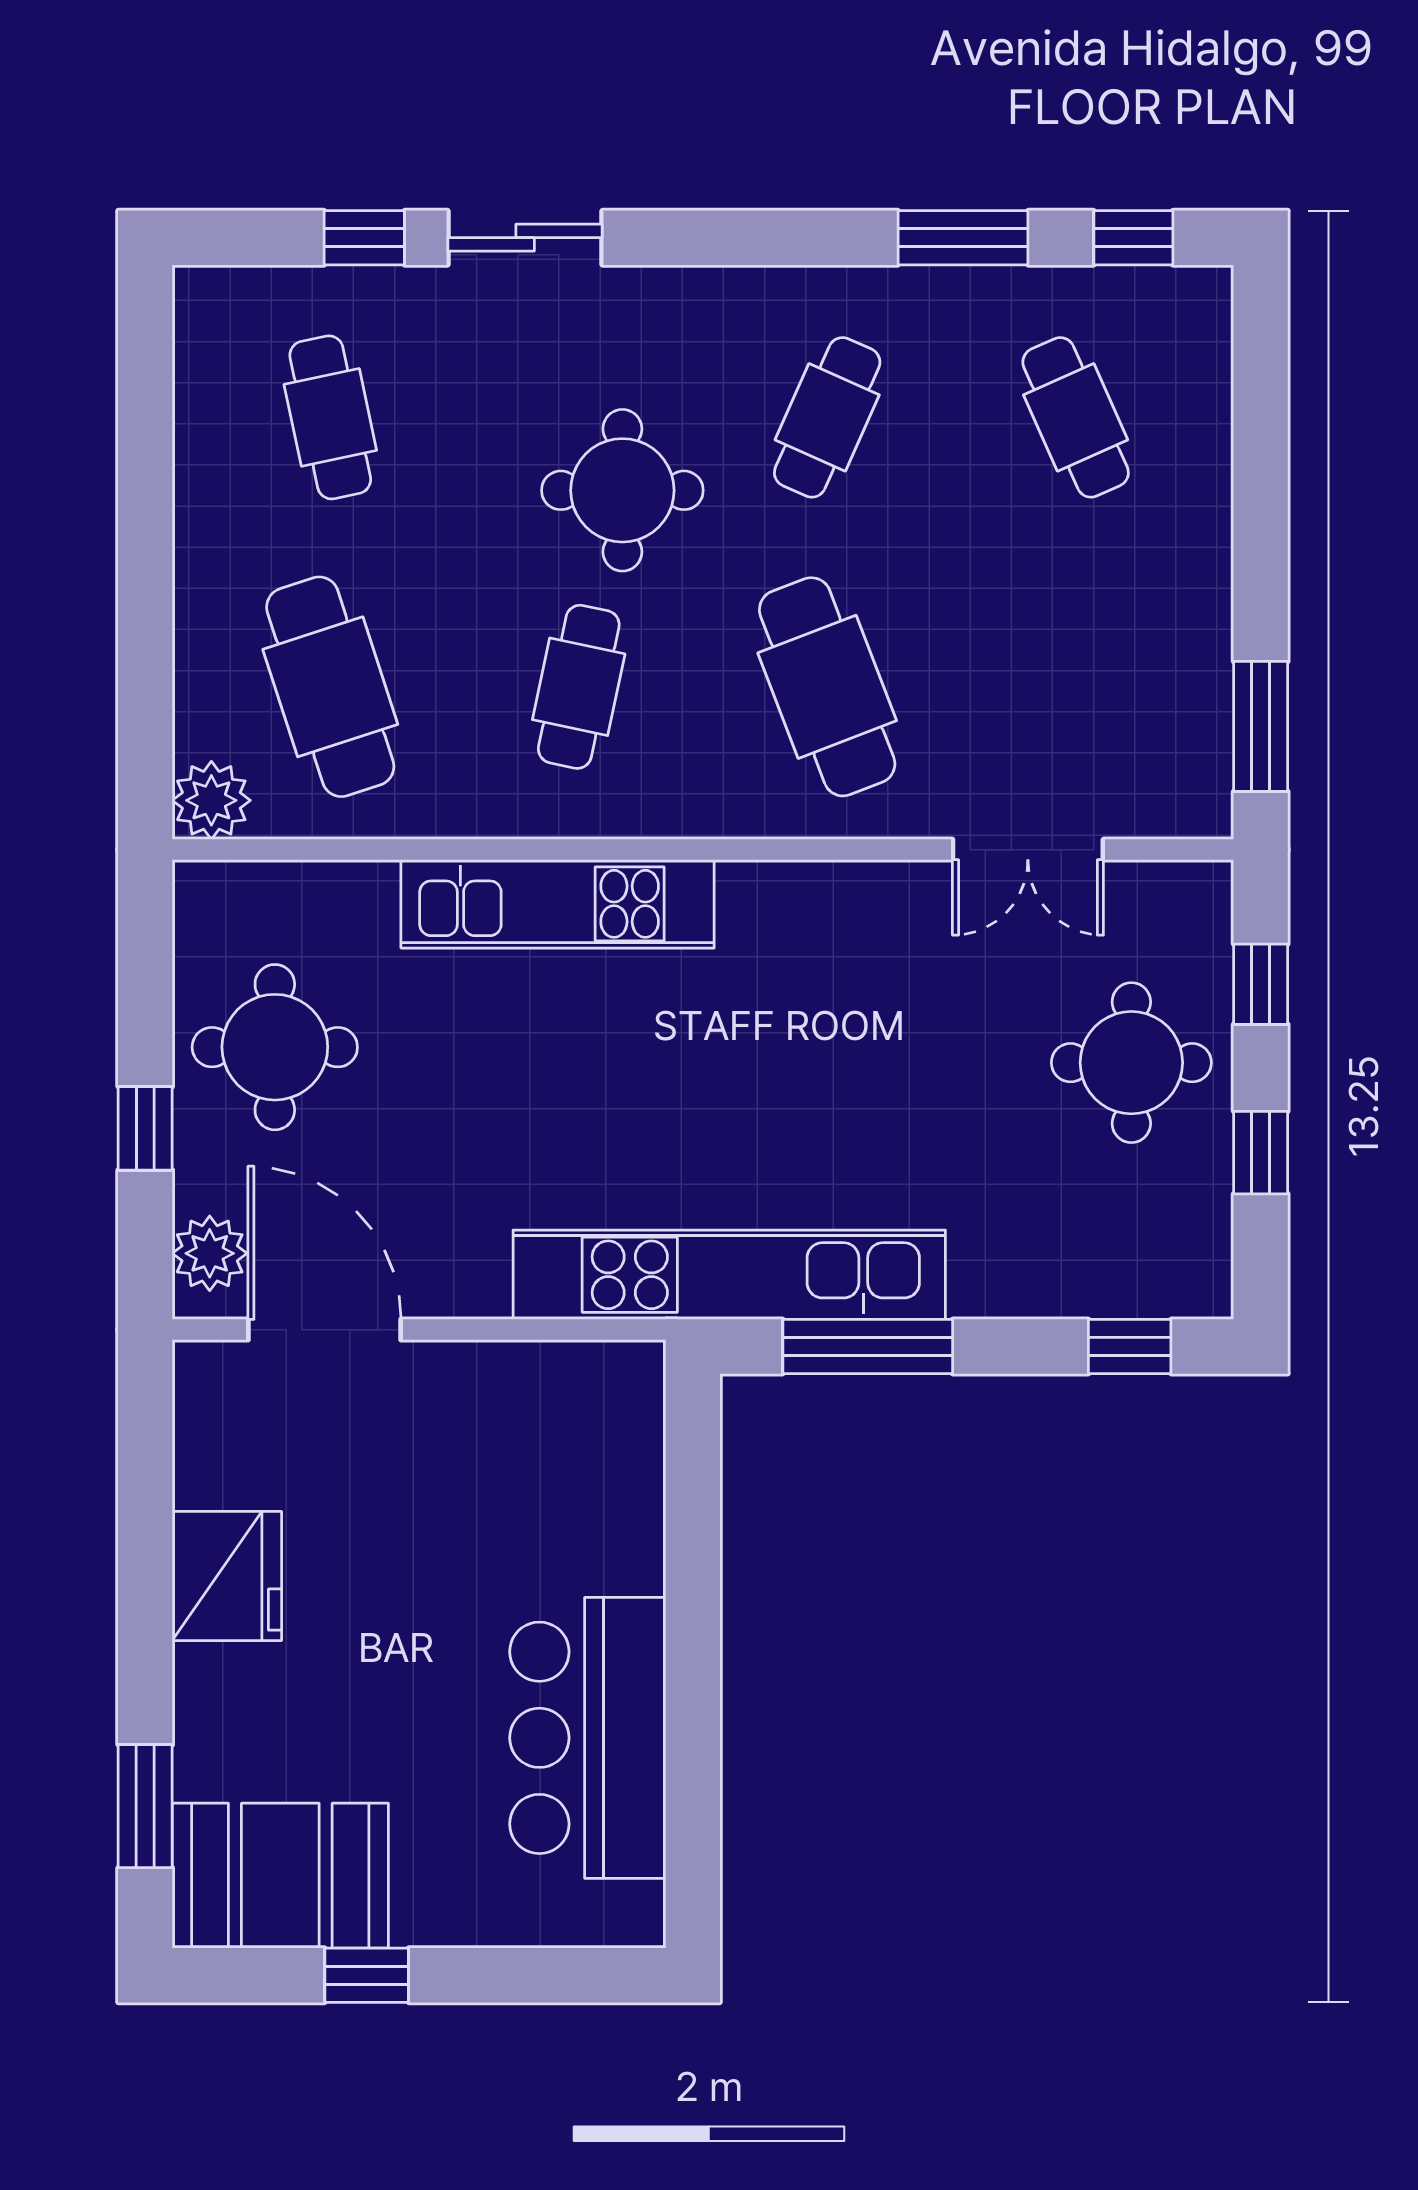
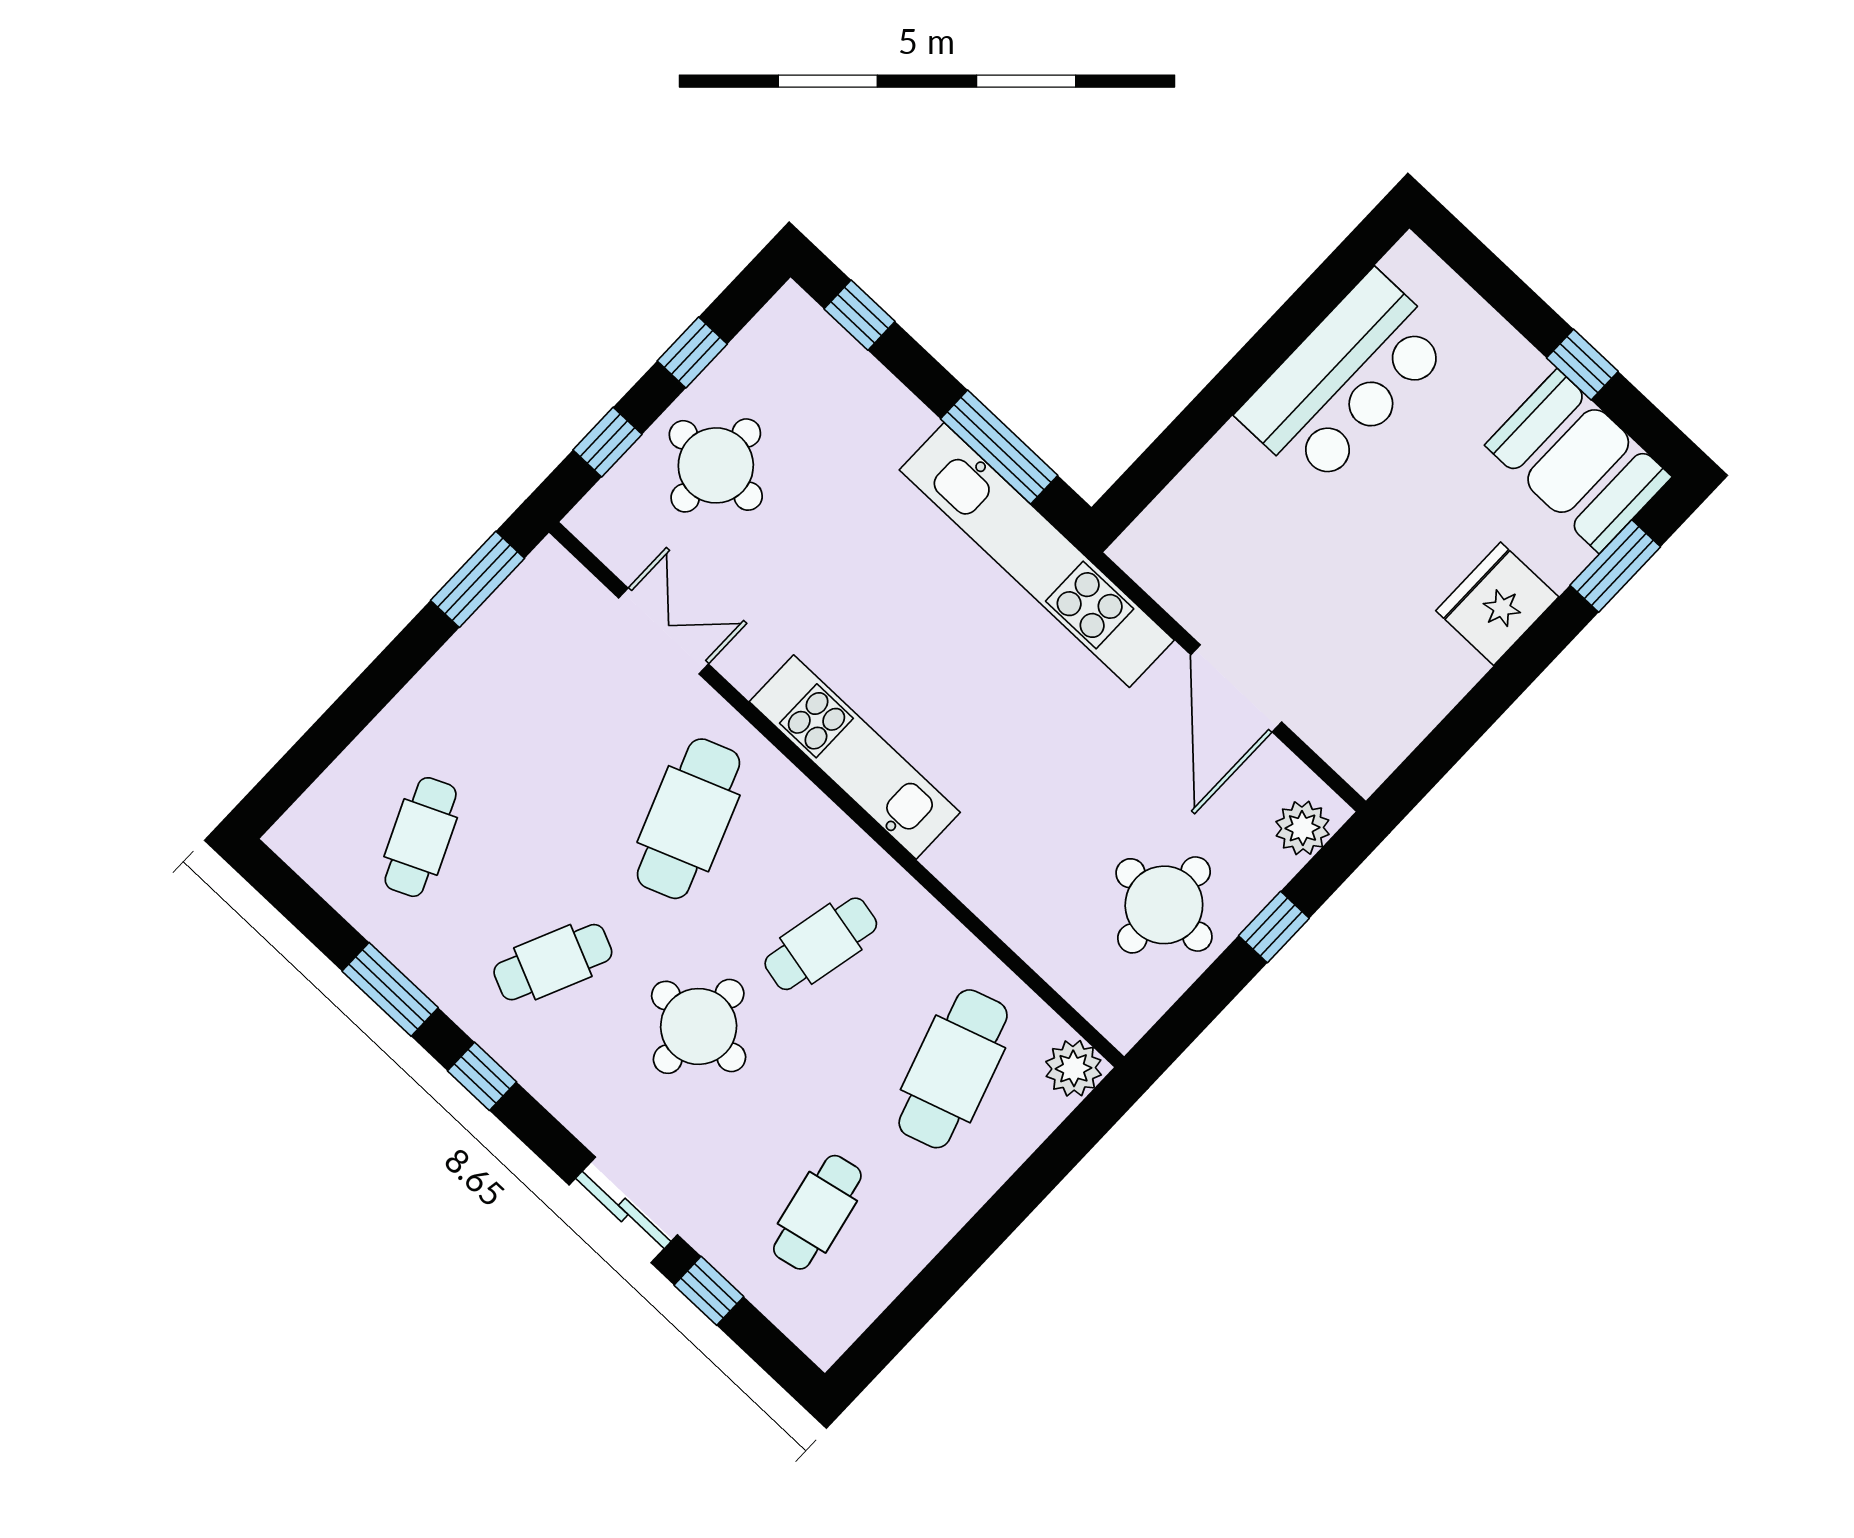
window: (1133, 238) -> (482, 1076), moved
kitchen unit: (558, 904) -> (855, 757), moved
door: (324, 1330) -> (1236, 688), moved
fridge: (227, 1576) -> (1497, 604), moved

